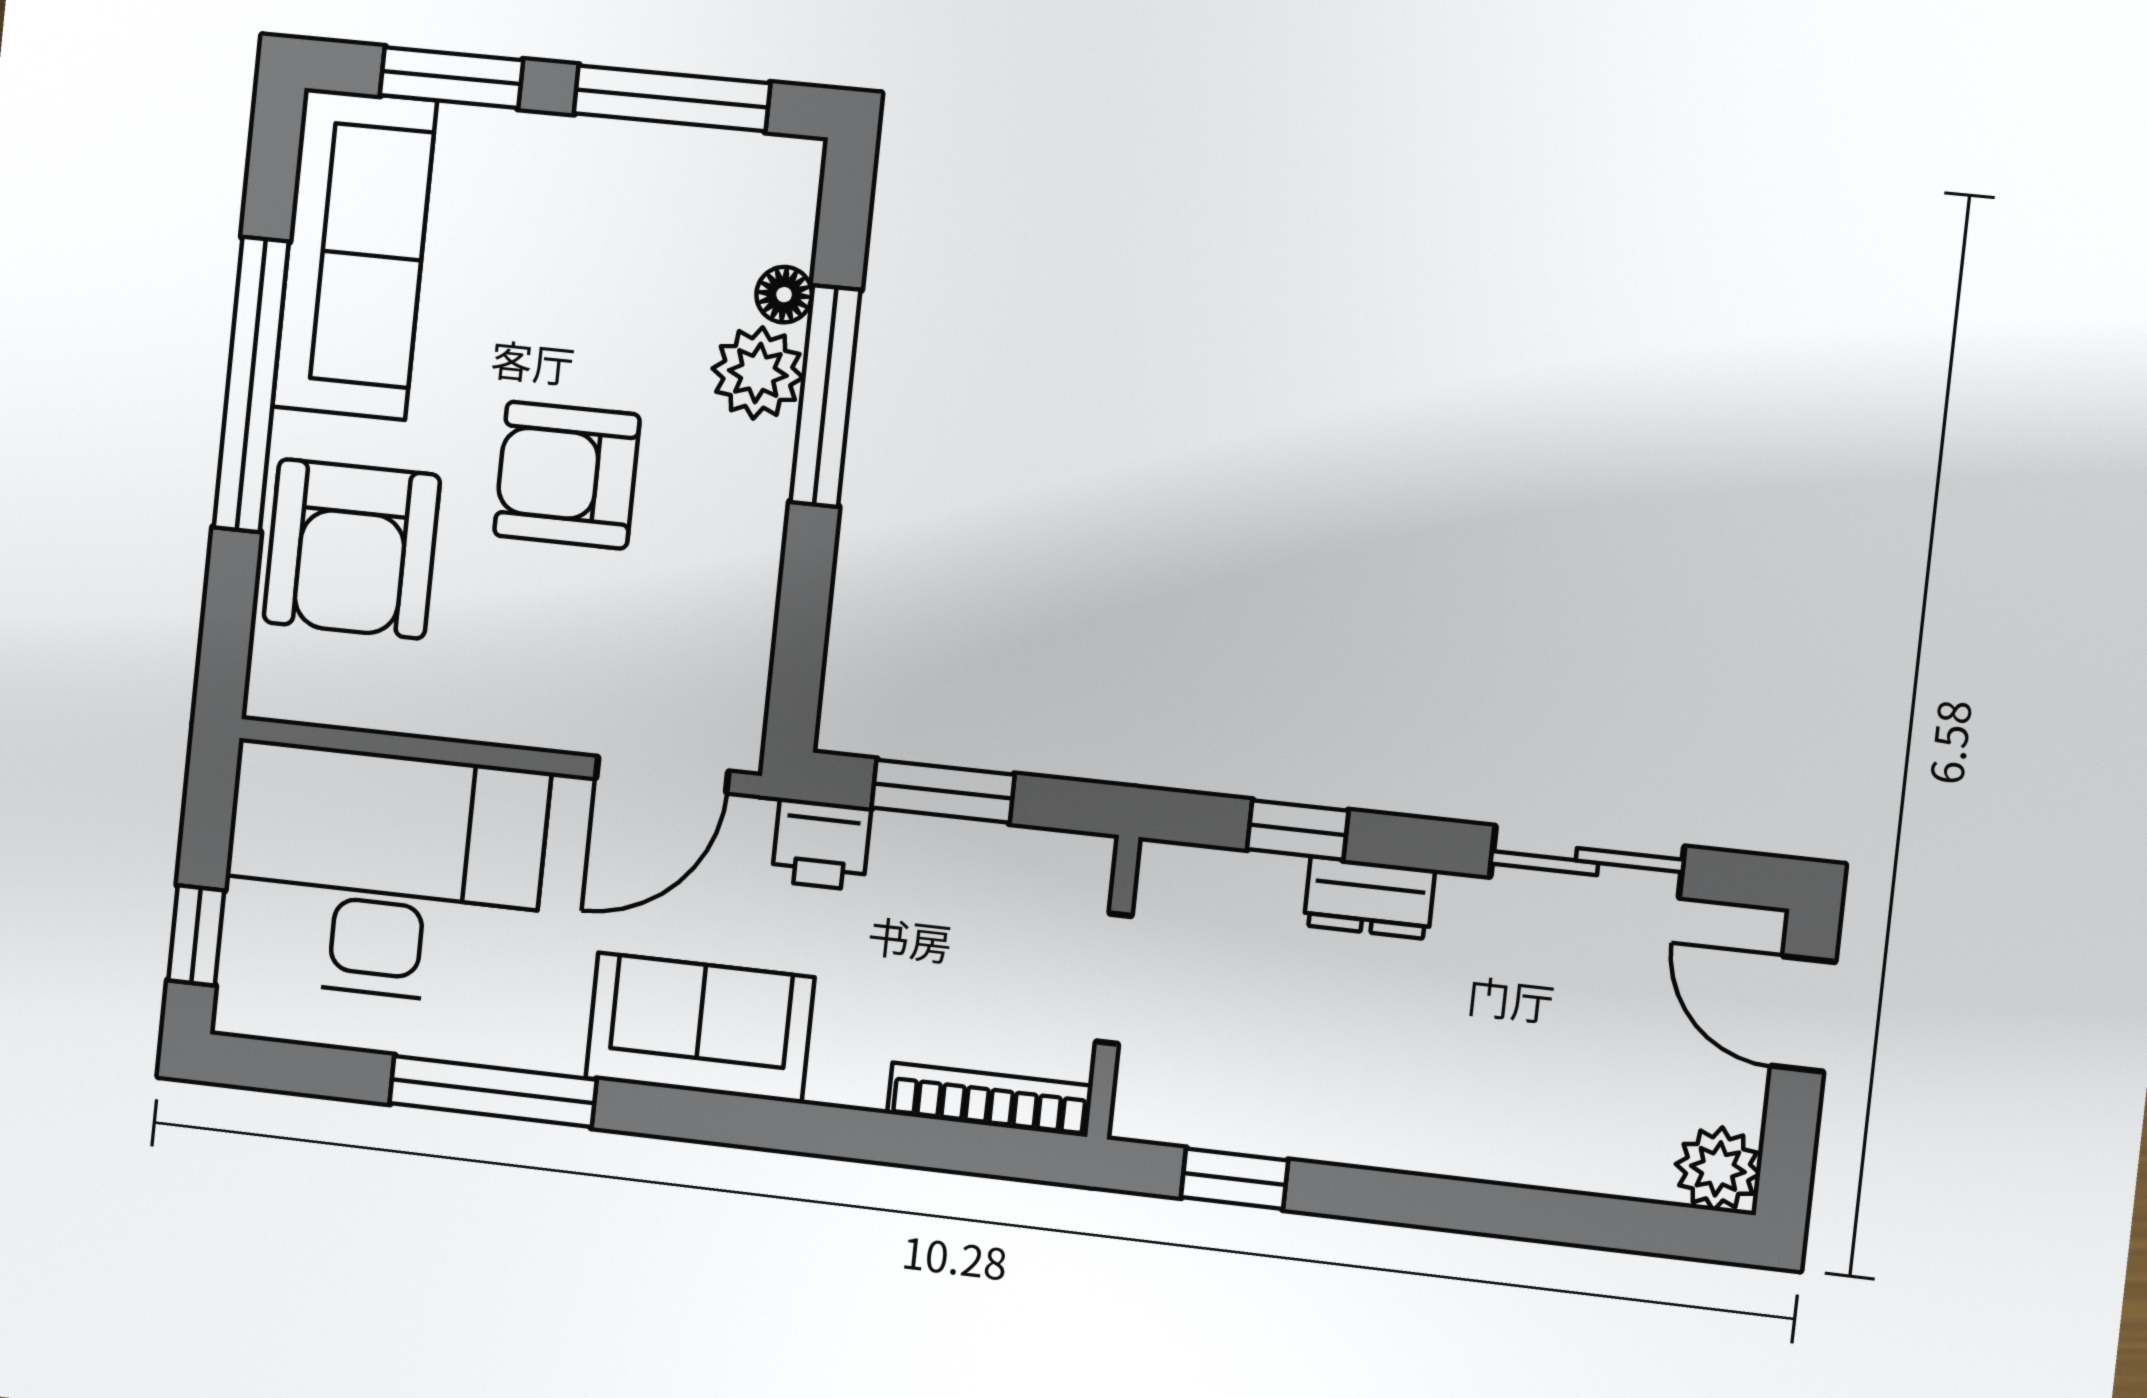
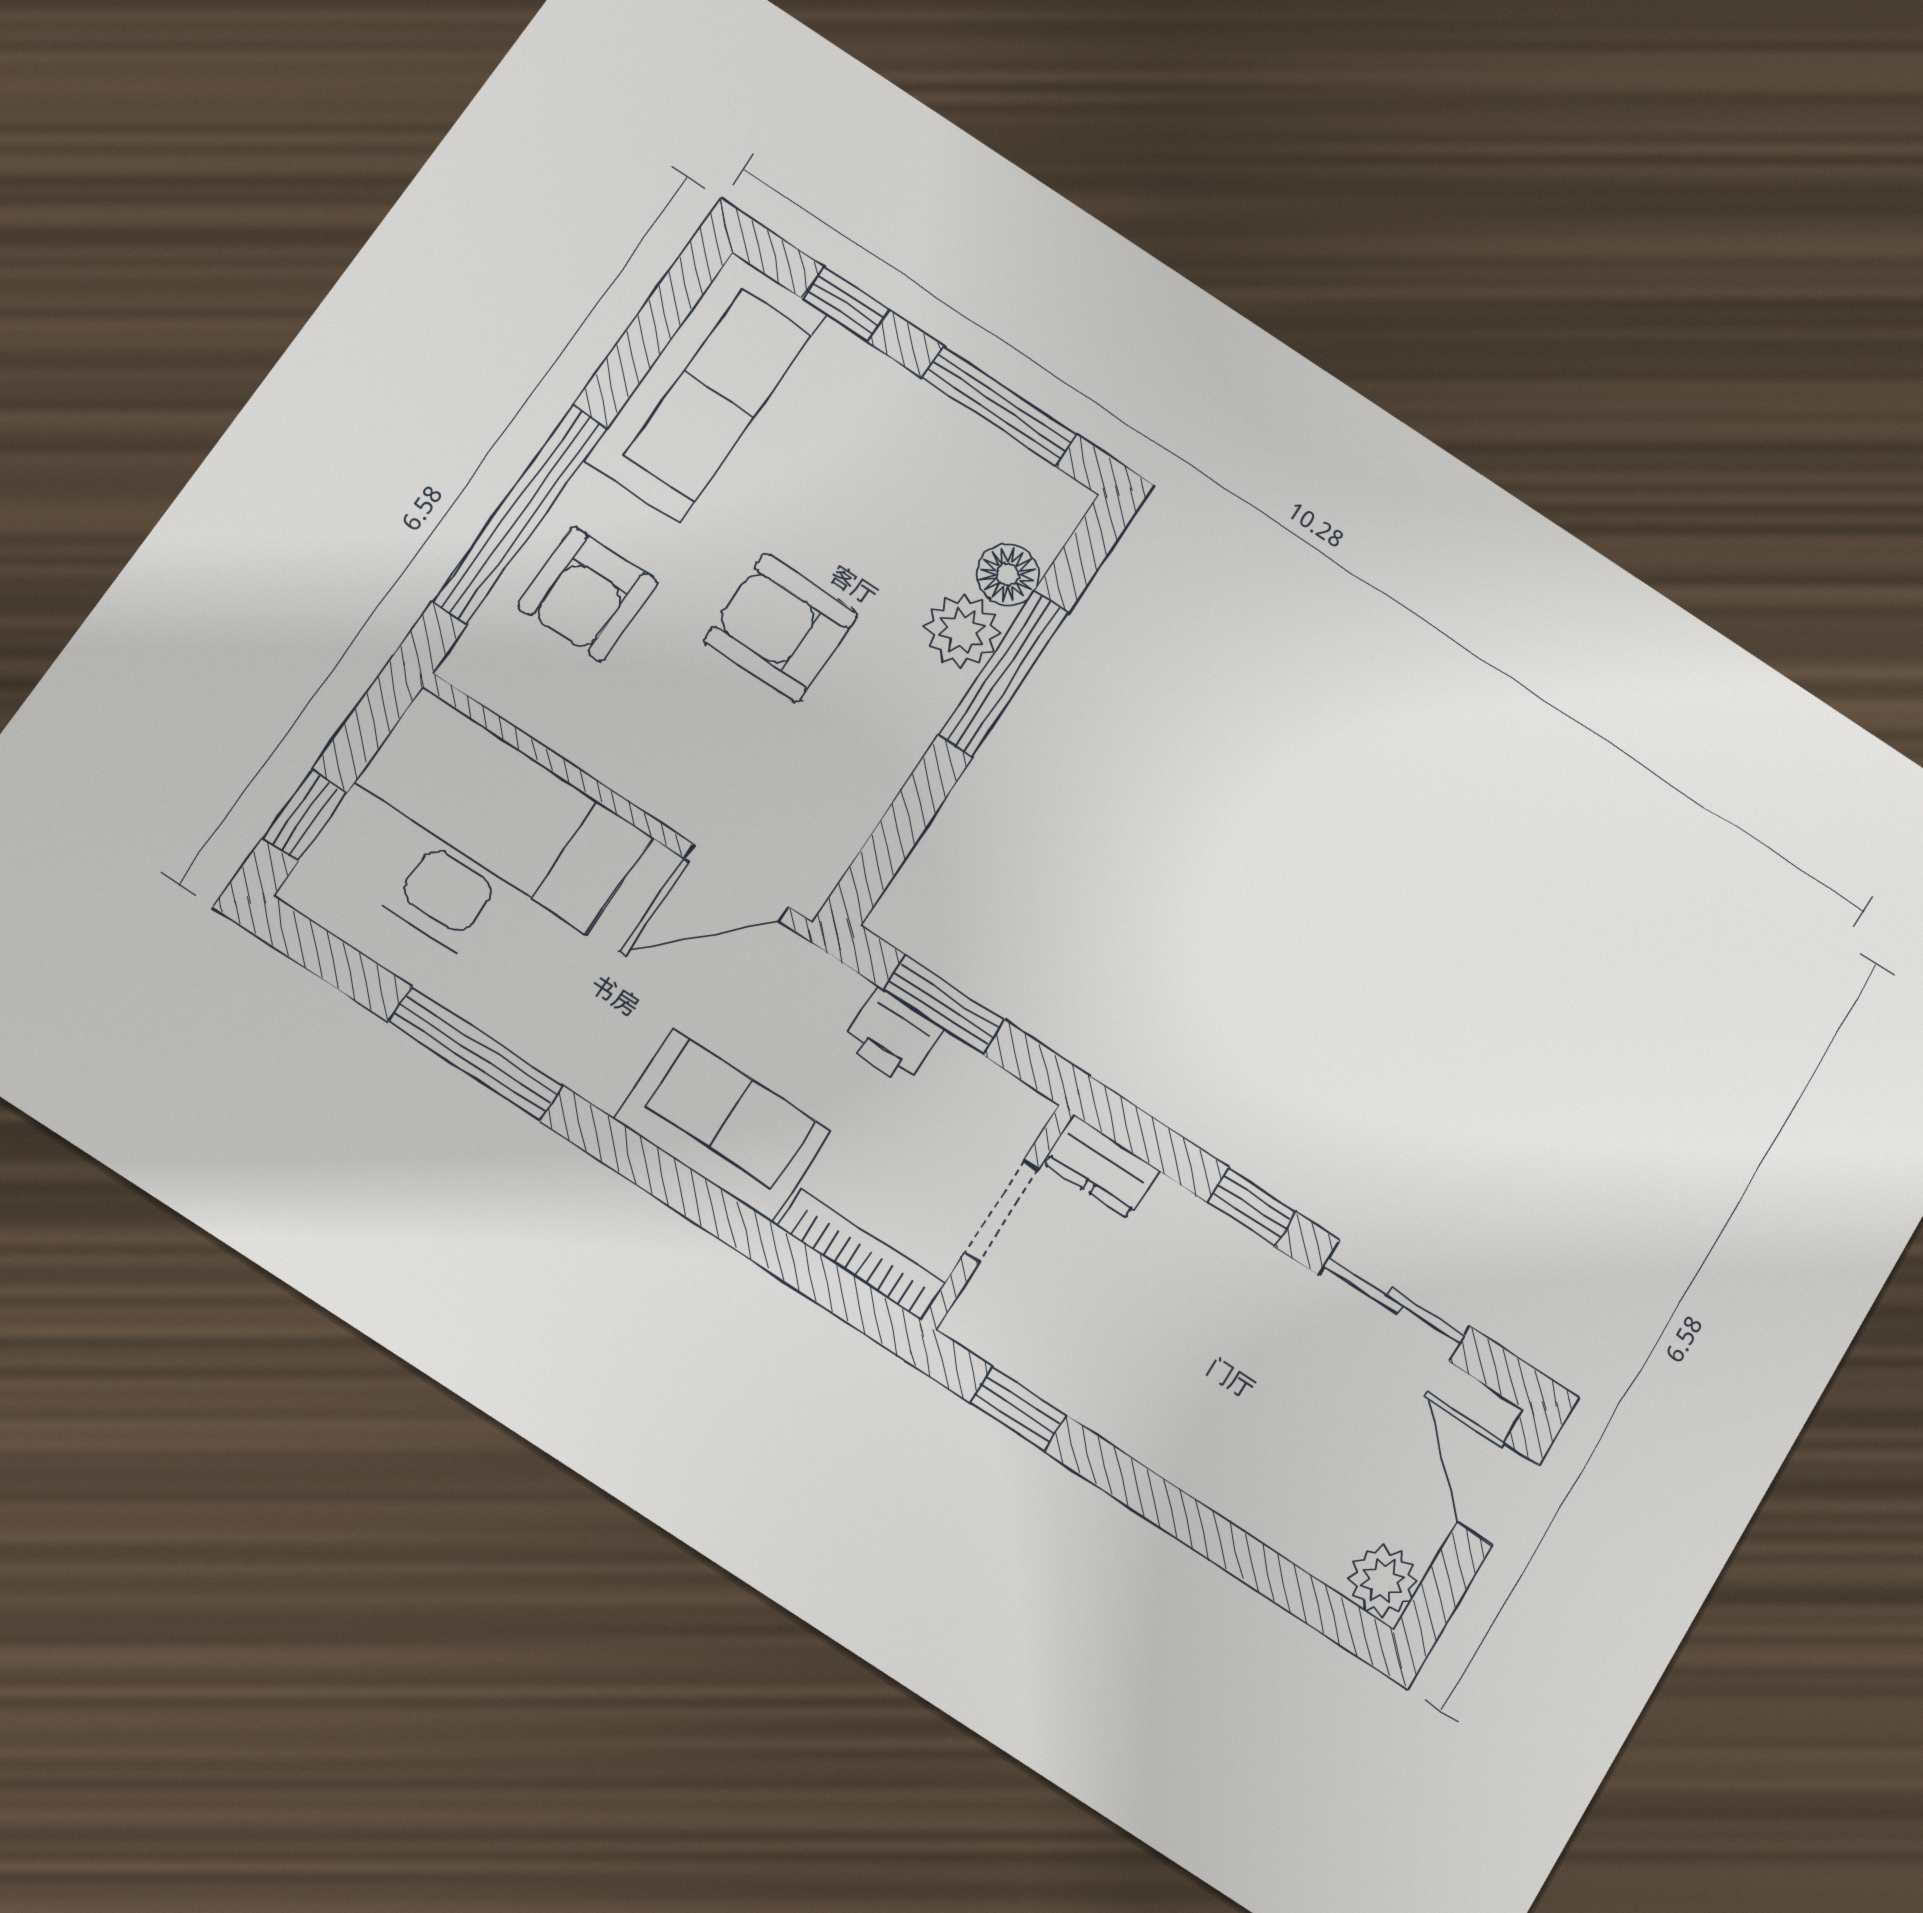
window: (451, 78) -> (846, 304), width x0.67
floor lamp: (784, 295) -> (1008, 575), width x1.37, depth x1.37
window: (251, 385) -> (520, 514), moved
armchair: (352, 549) -> (588, 594), width x0.73, depth x0.73
window: (1298, 830) -> (1252, 1207), moved
printer: (821, 844) -> (892, 1037), moved
dresser: (1369, 898) -> (1101, 1167), moved
sofa: (700, 1028) -> (723, 1125), moved

